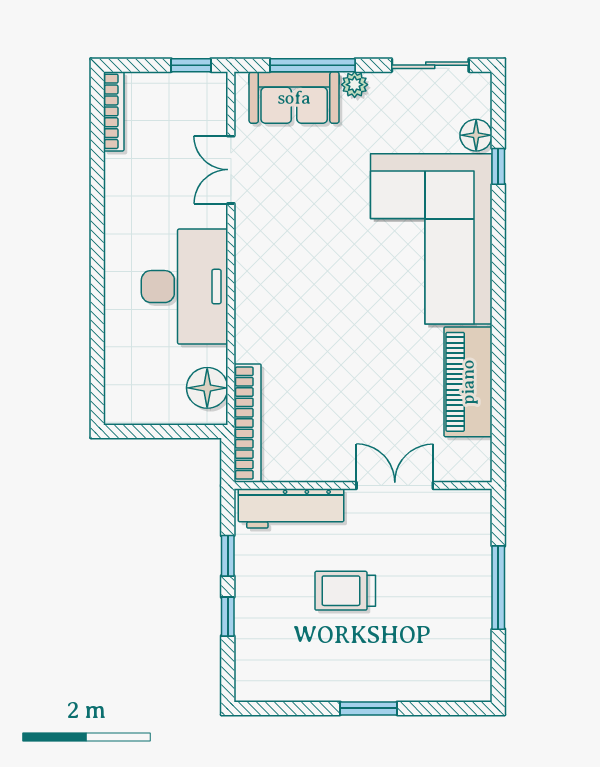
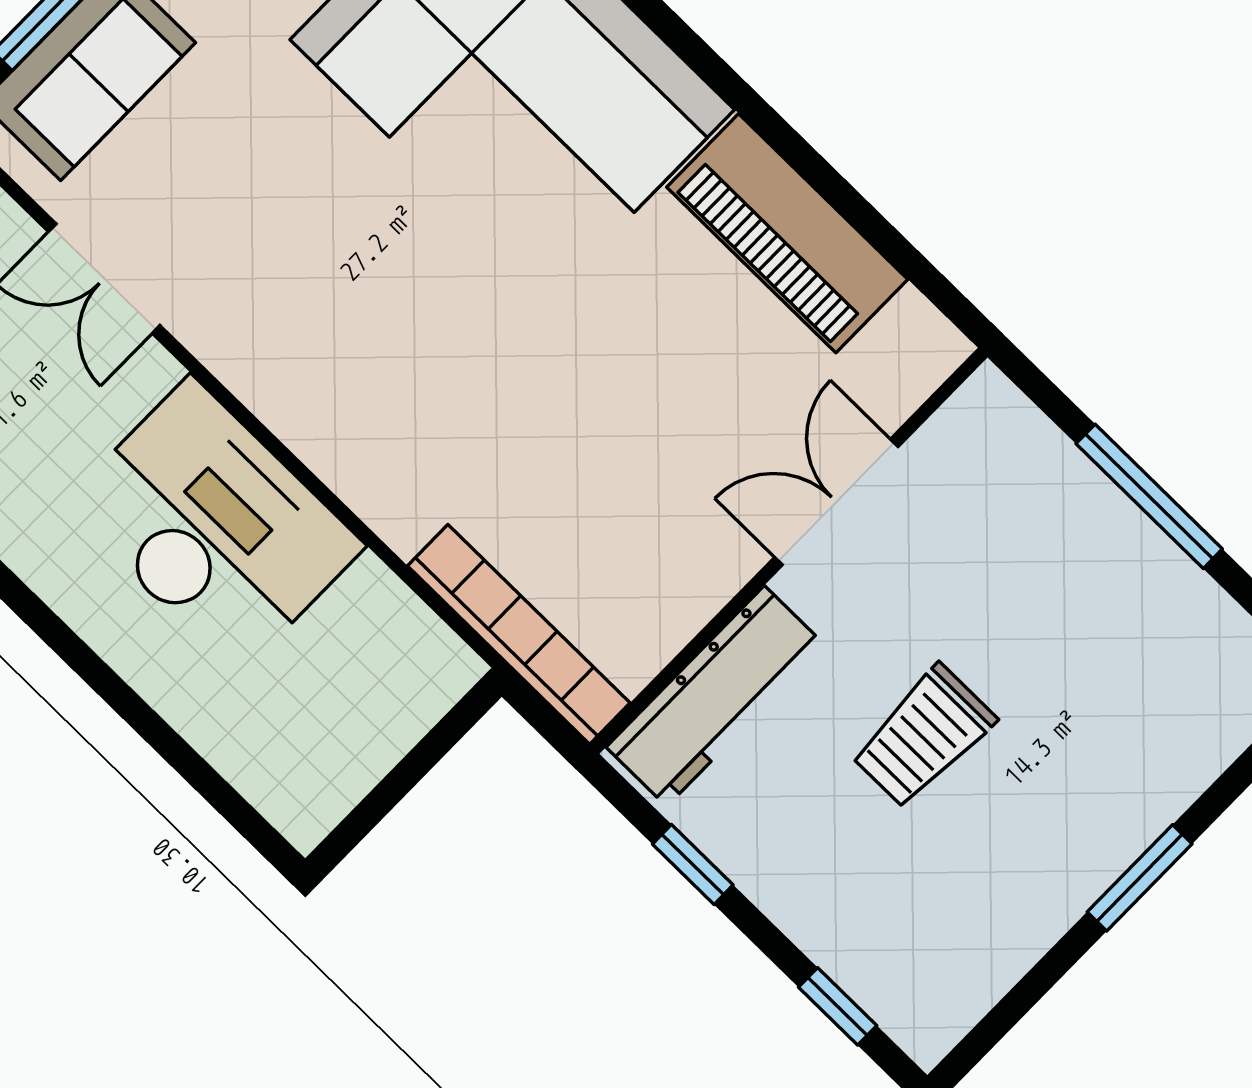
floor lamp: (207, 388) -> (404, 643), removed
window: (228, 617) -> (838, 1006), moved

